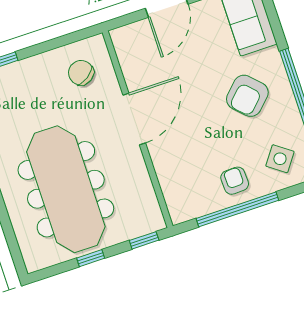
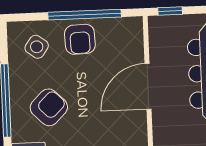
door: (134, 119) -> (148, 86), moved
armchair: (235, 181) -> (80, 39), width x1.38, depth x1.38

